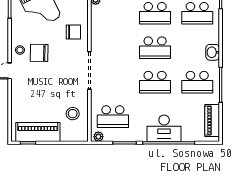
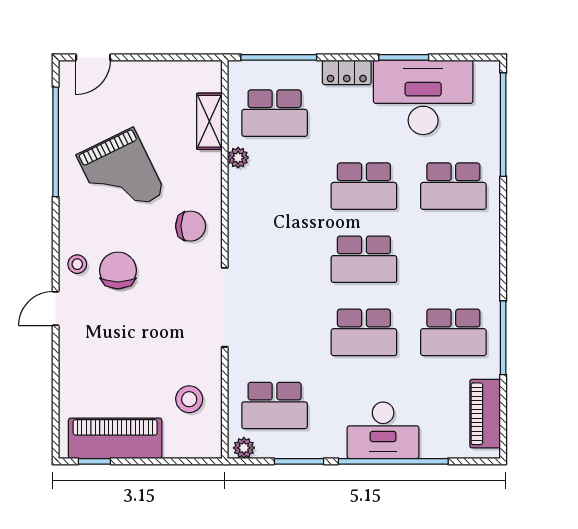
washbasin: (213, 52) -> (486, 269), removed
chair: (39, 53) -> (118, 270), turned 89

